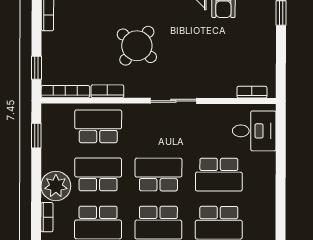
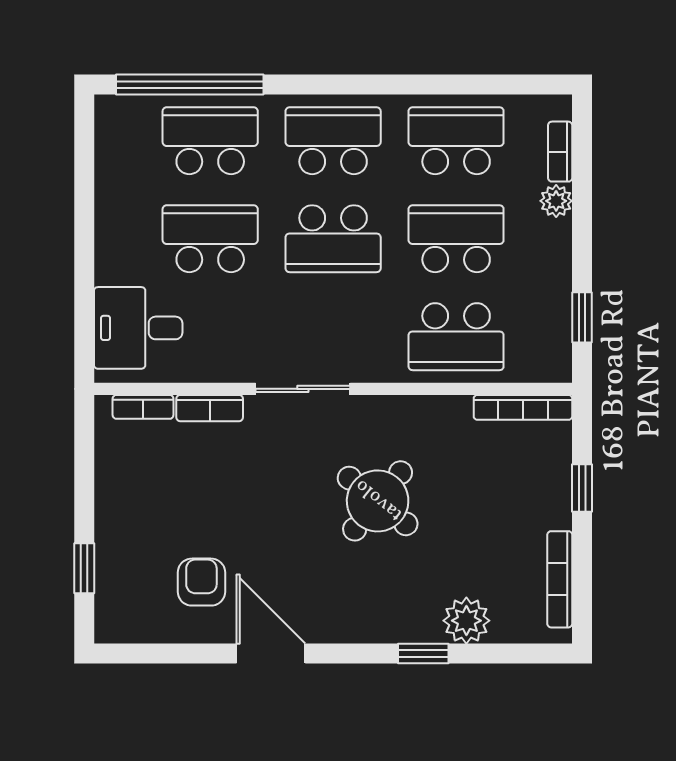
window: (36, 68) -> (582, 488), moved
bookcase: (107, 91) -> (210, 408), moved
school desk: (98, 174) -> (456, 239), turned 180
plant: (56, 186) -> (556, 201), width x0.53, depth x0.53

